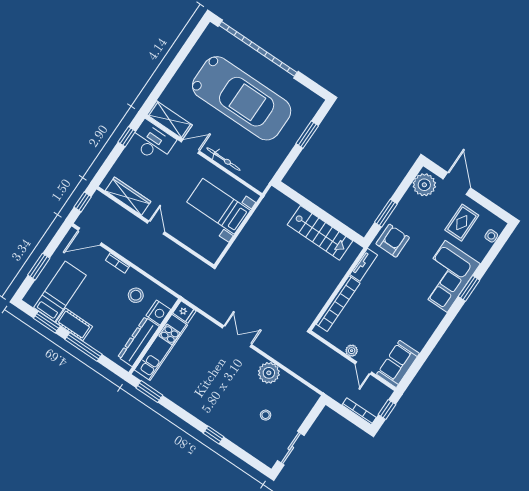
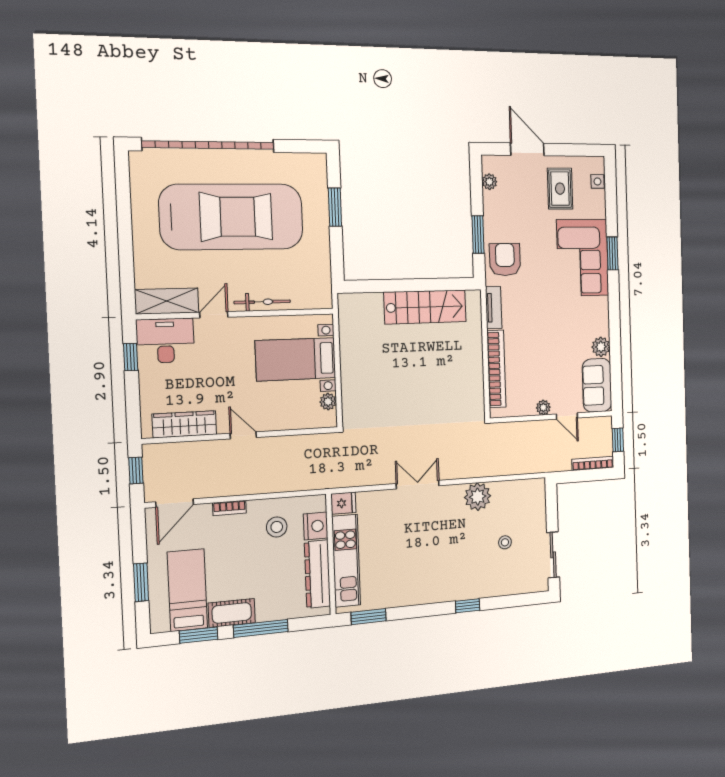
plant: (424, 185) -> (489, 182), width x0.53, depth x0.53
plant: (219, 245) -> (328, 402), added
plant: (418, 342) -> (601, 347), added

